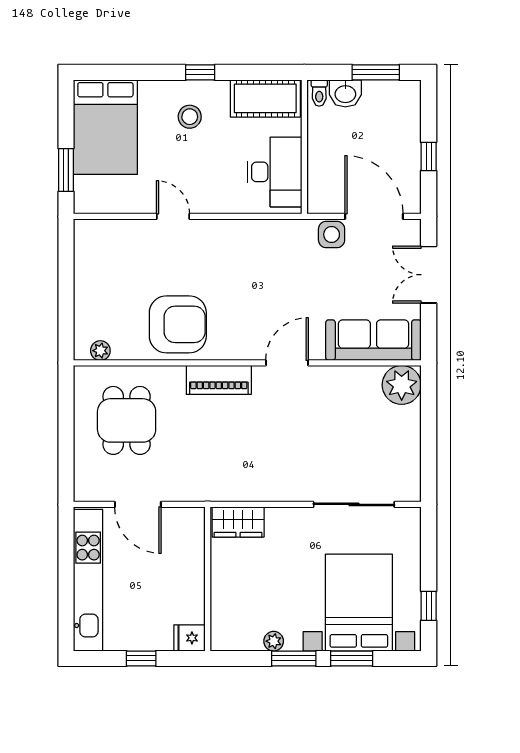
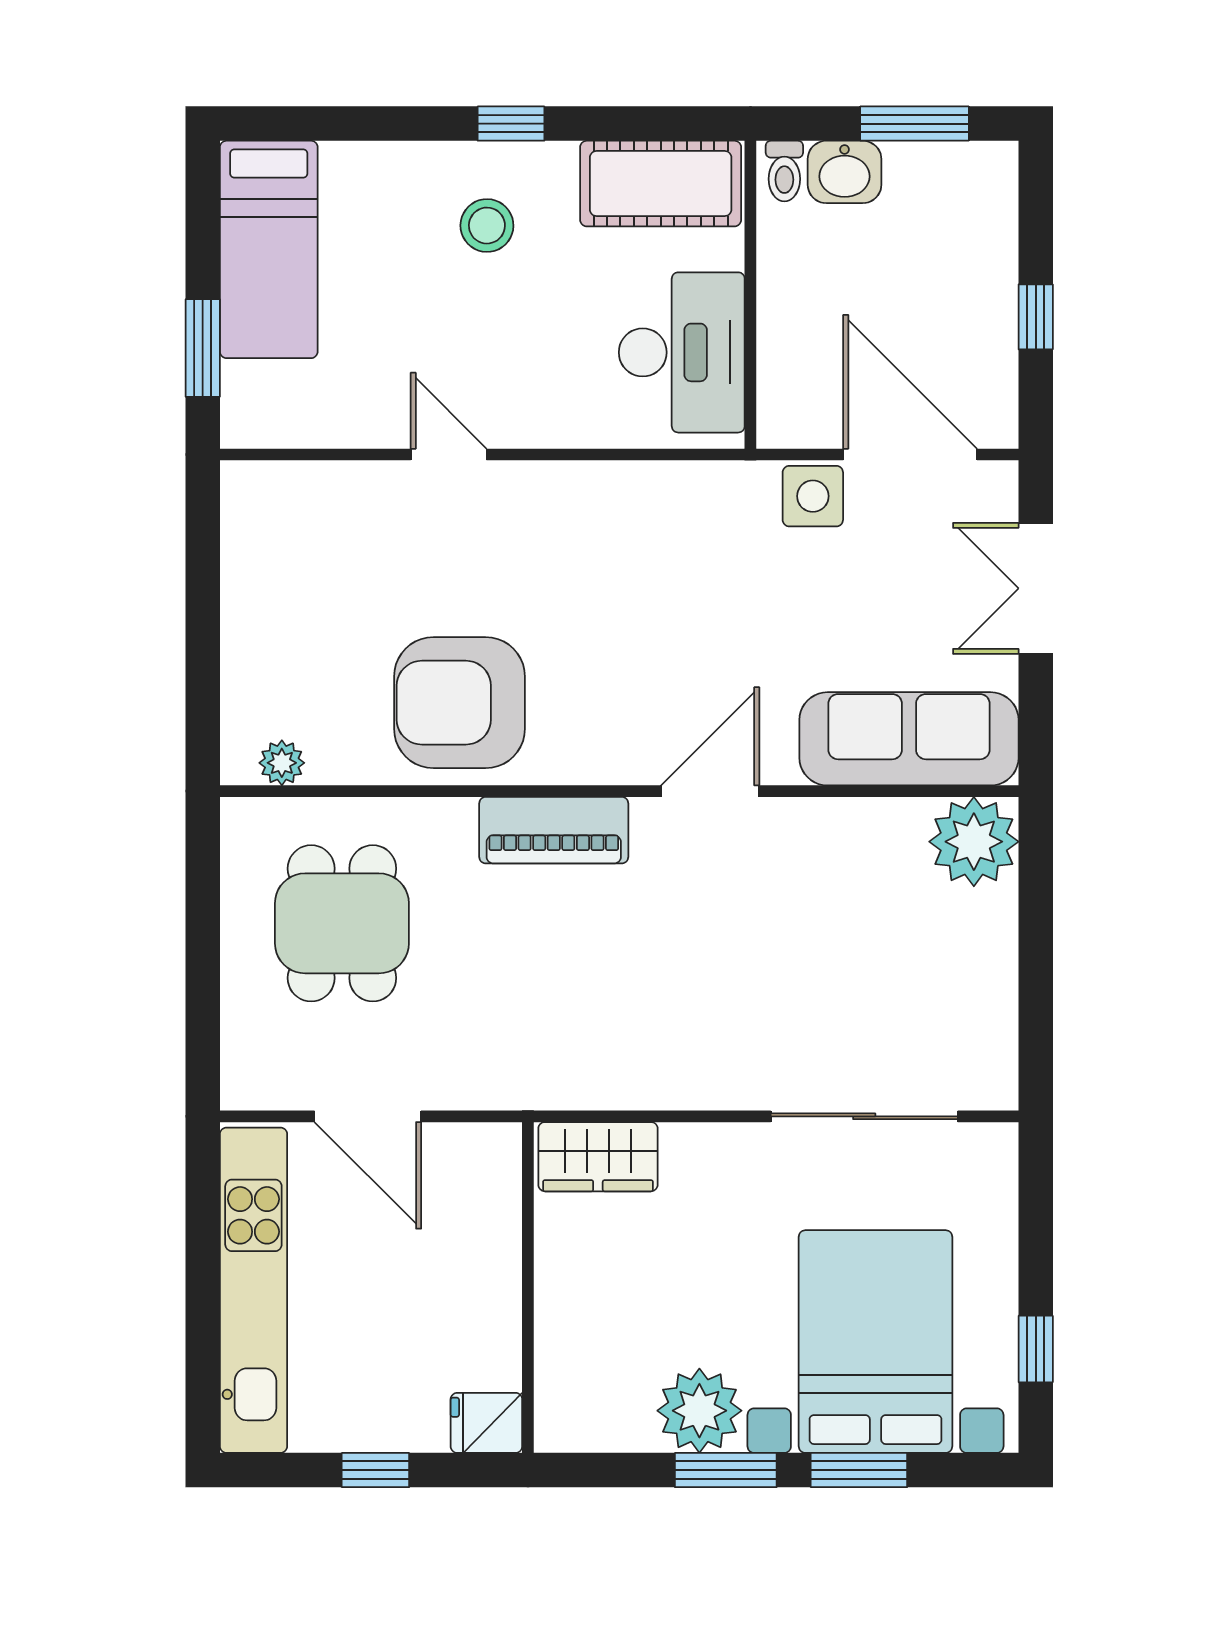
bed: (105, 127) -> (269, 249), width x0.67
armchair: (178, 324) -> (460, 703), turned 180
plant: (274, 641) -> (699, 1411), width x1.88, depth x1.88

